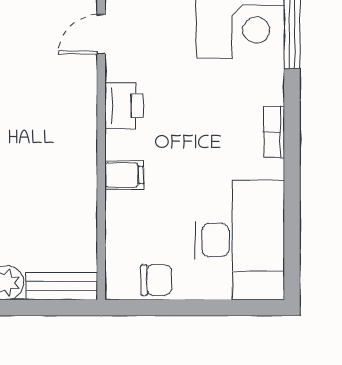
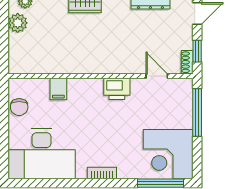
filing cabinet: (124, 175) -> (58, 89), moved
bench: (62, 286) -> (16, 54), removed

